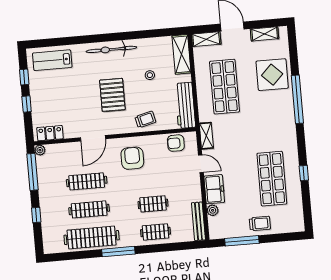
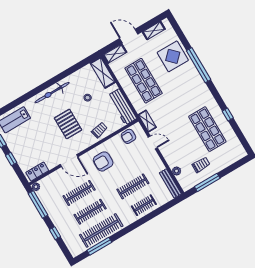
door: (93, 138) -> (69, 161), hinge flipped
armchair: (132, 158) -> (103, 161), turned -90
freezer: (214, 189) -> (171, 156), removed
clothes rail: (153, 204) -> (133, 186), width x1.36
trolley: (260, 223) -> (201, 165), moved
window: (118, 252) -> (99, 246), moved

